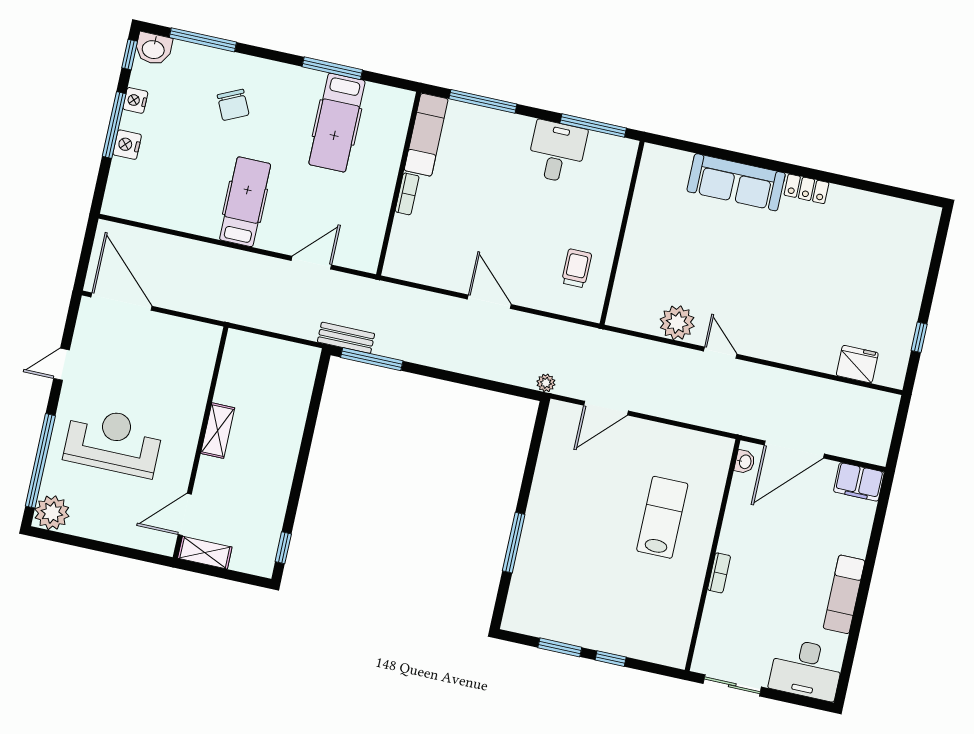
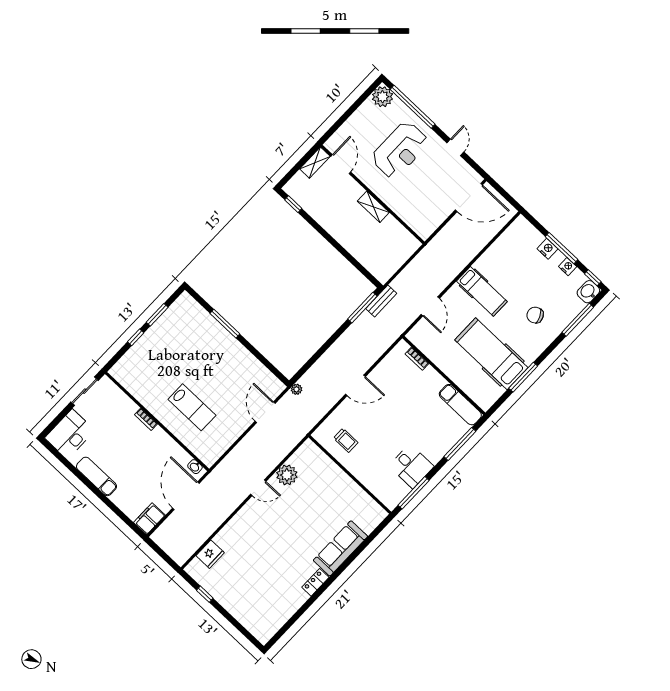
hospital bed: (337, 123) -> (491, 354), width x1.37, depth x1.29
bookcase: (407, 194) -> (417, 359), moved

